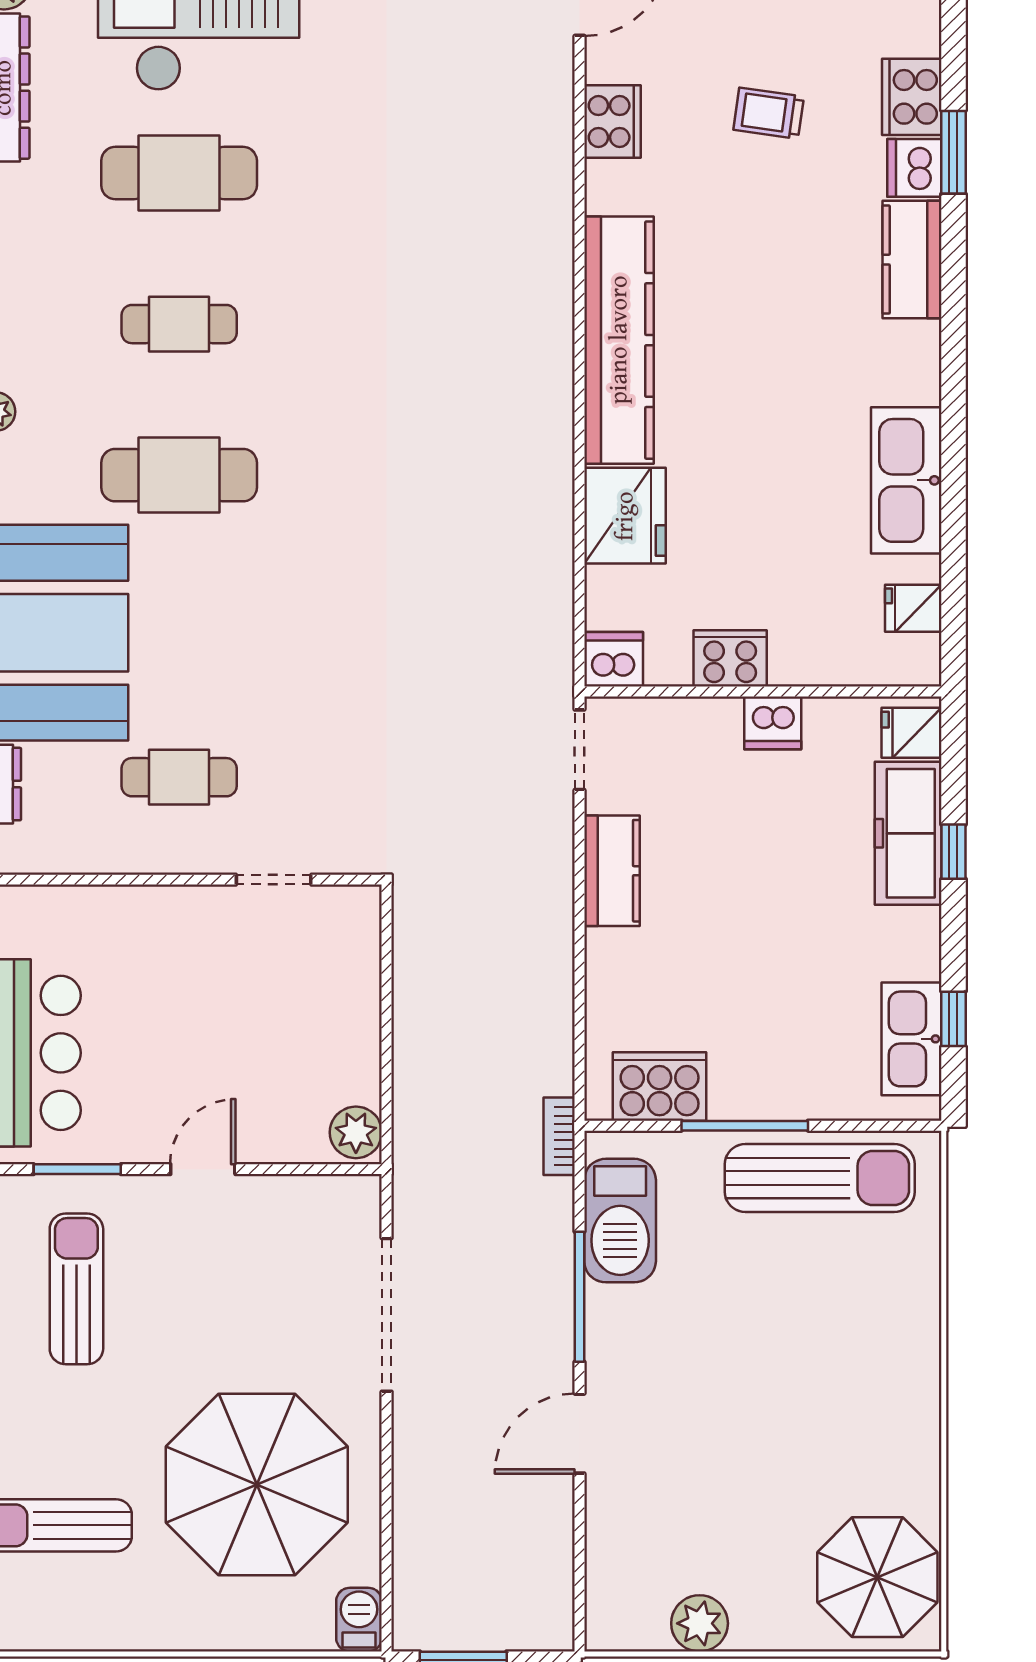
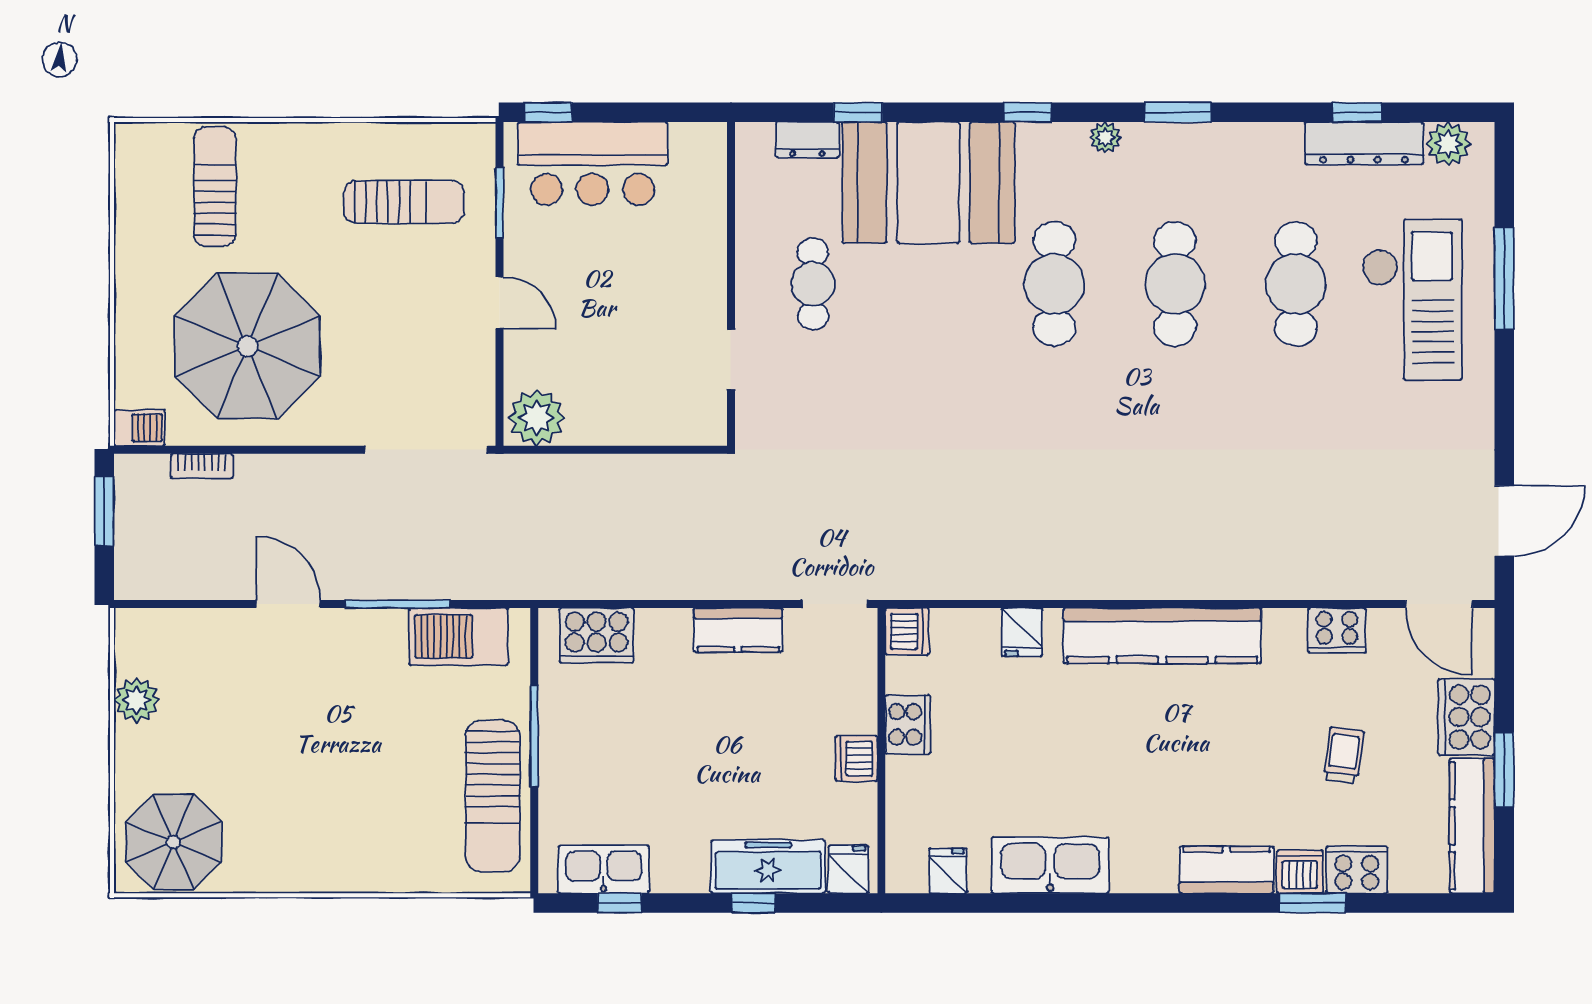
cafe table: (179, 324) -> (1175, 284), width x1.37, depth x1.35
fridge: (625, 516) -> (1022, 632), width x0.53, depth x0.75
cooker: (660, 1087) -> (597, 635), moved, turned 90
plant: (356, 1132) -> (537, 418), width x1.36, depth x1.36
bookcase: (559, 1136) -> (202, 466), moved, turned 180
doorway: (387, 1315) -> (426, 450), moved

